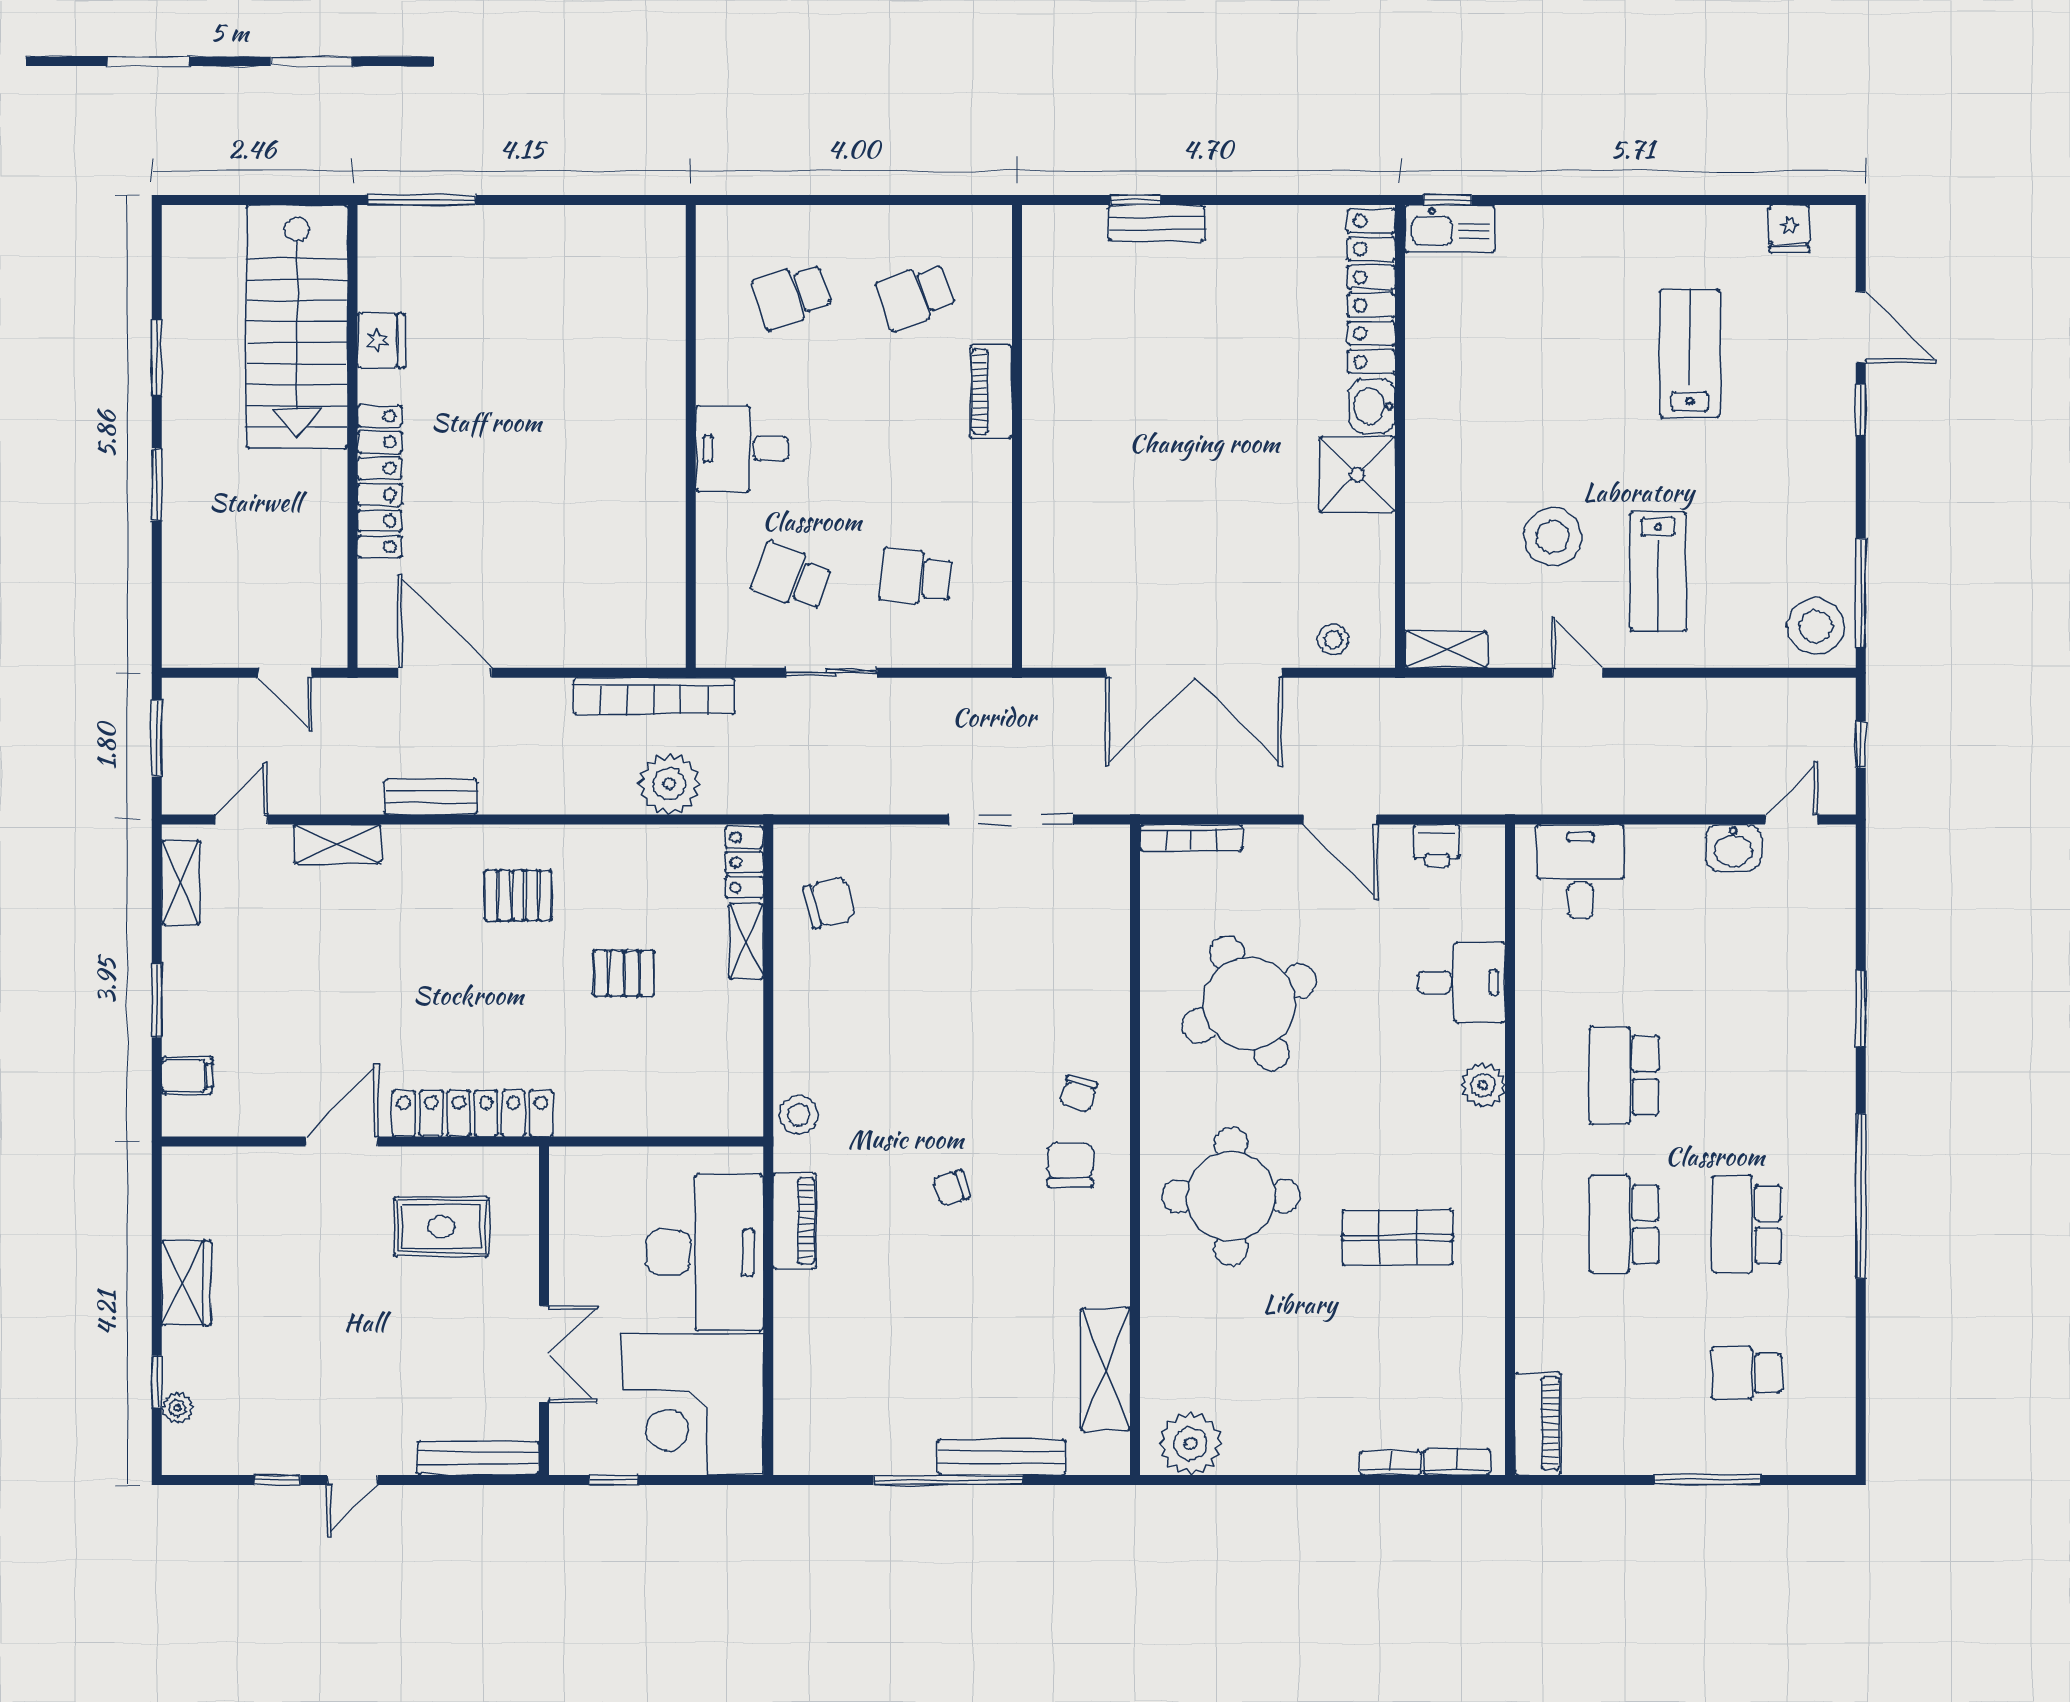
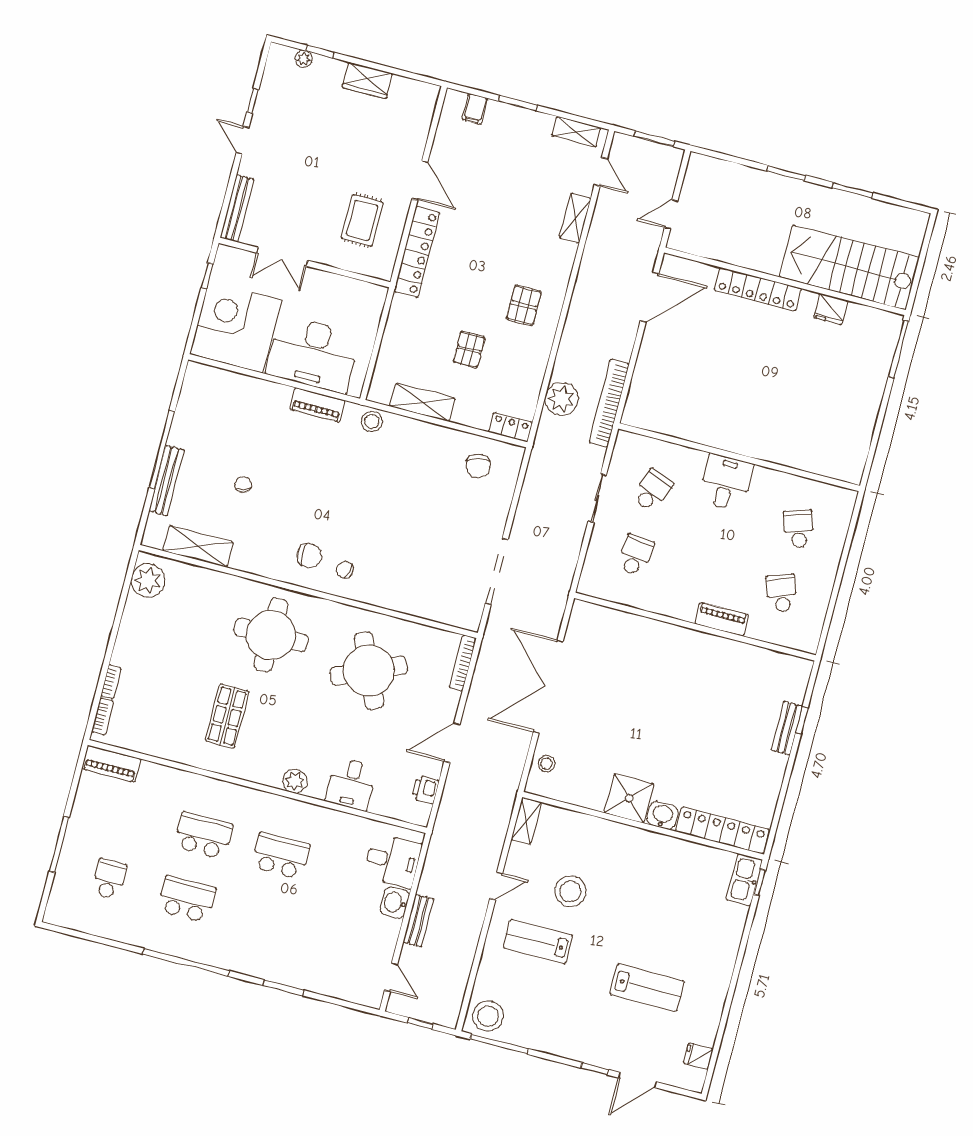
bench: (431, 797) -> (418, 921), moved
washbasin: (1733, 848) -> (395, 902), moved
shelving: (746, 941) -> (423, 402), moved, width x1.50, depth x1.33
chair: (951, 1188) -> (243, 485), moved

